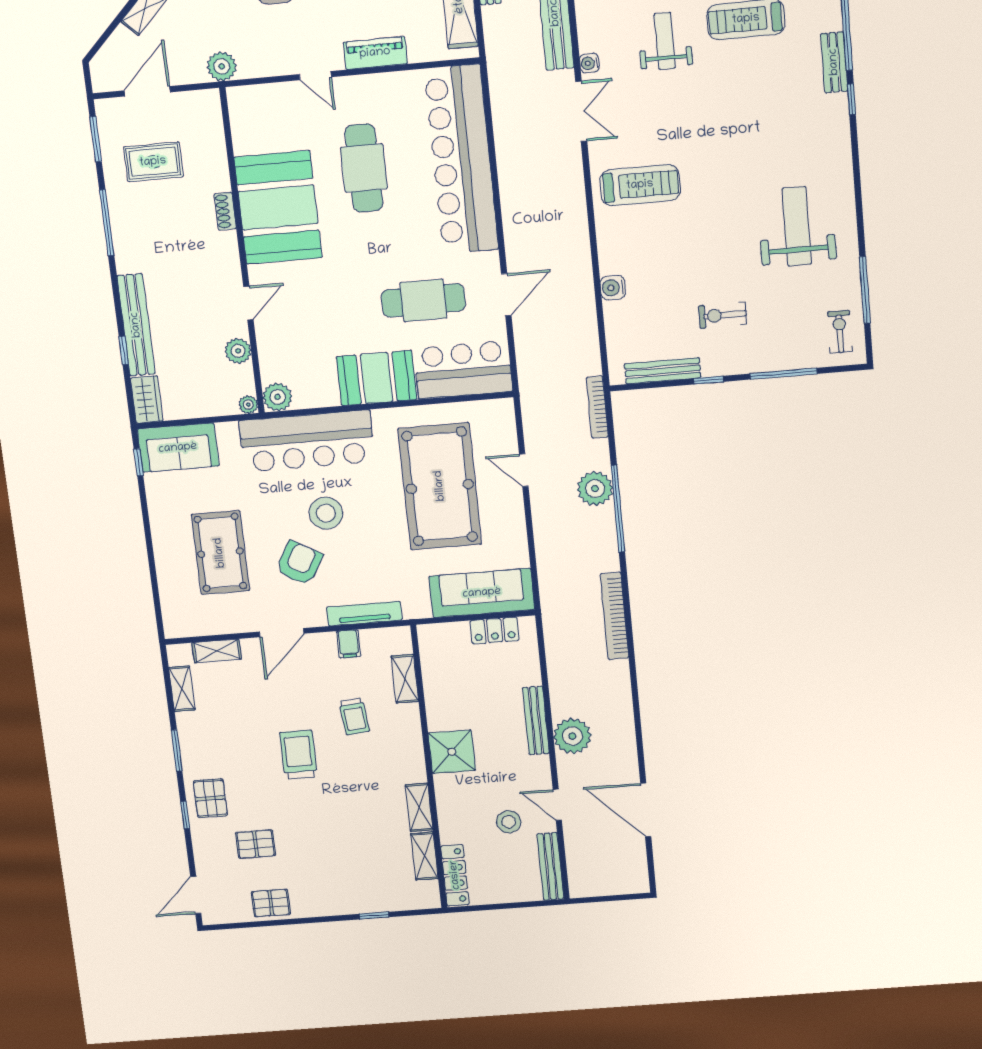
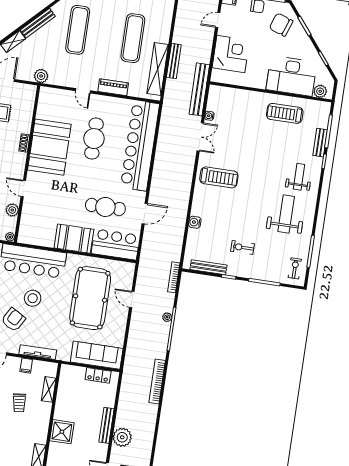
weight bench: (665, 41) -> (299, 177), moved
door: (248, 303) -> (23, 188), swing flipped
plant: (278, 397) -> (25, 236), removed
plant: (595, 489) -> (167, 317), width x0.53, depth x0.53

